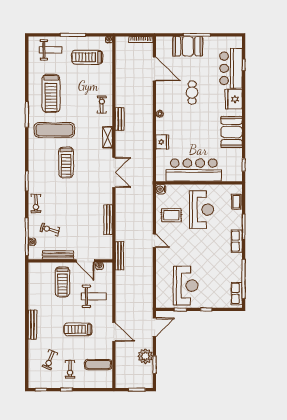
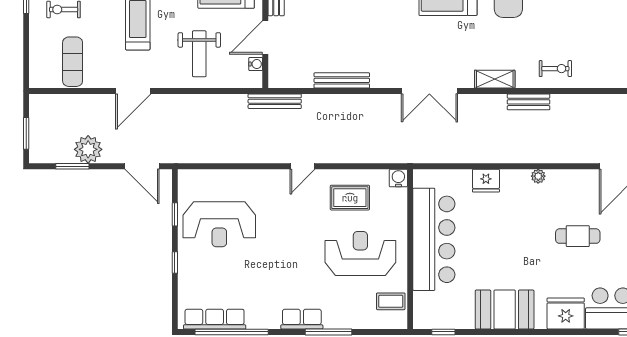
coffee table: (236, 202) -> (391, 301), moved
reception desk: (201, 210) -> (360, 254), turned 180
rug: (171, 215) -> (350, 198), turned 90
row of seats: (237, 293) -> (215, 319), width x1.48

